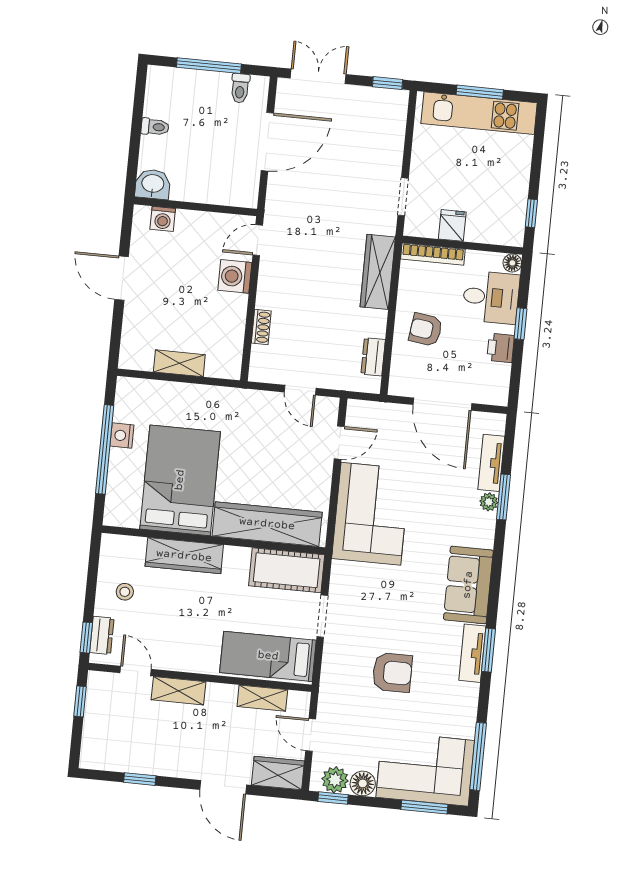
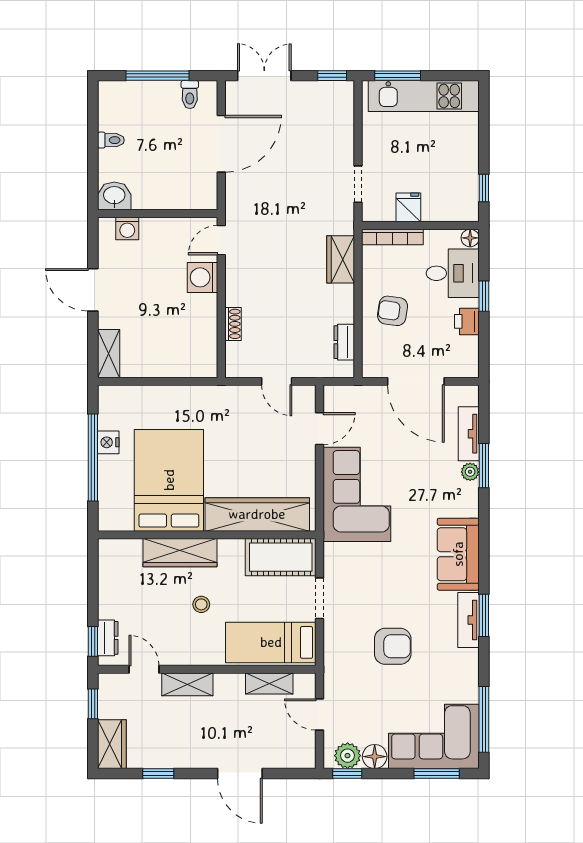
window: (480, 92) -> (398, 76), moved
wardrobe: (378, 272) -> (341, 259), width x0.67
shelving: (179, 363) -> (109, 354), moved, turned 90
stool: (125, 592) -> (201, 604), moved
wardrobe: (278, 773) -> (112, 744), moved, turned 90

